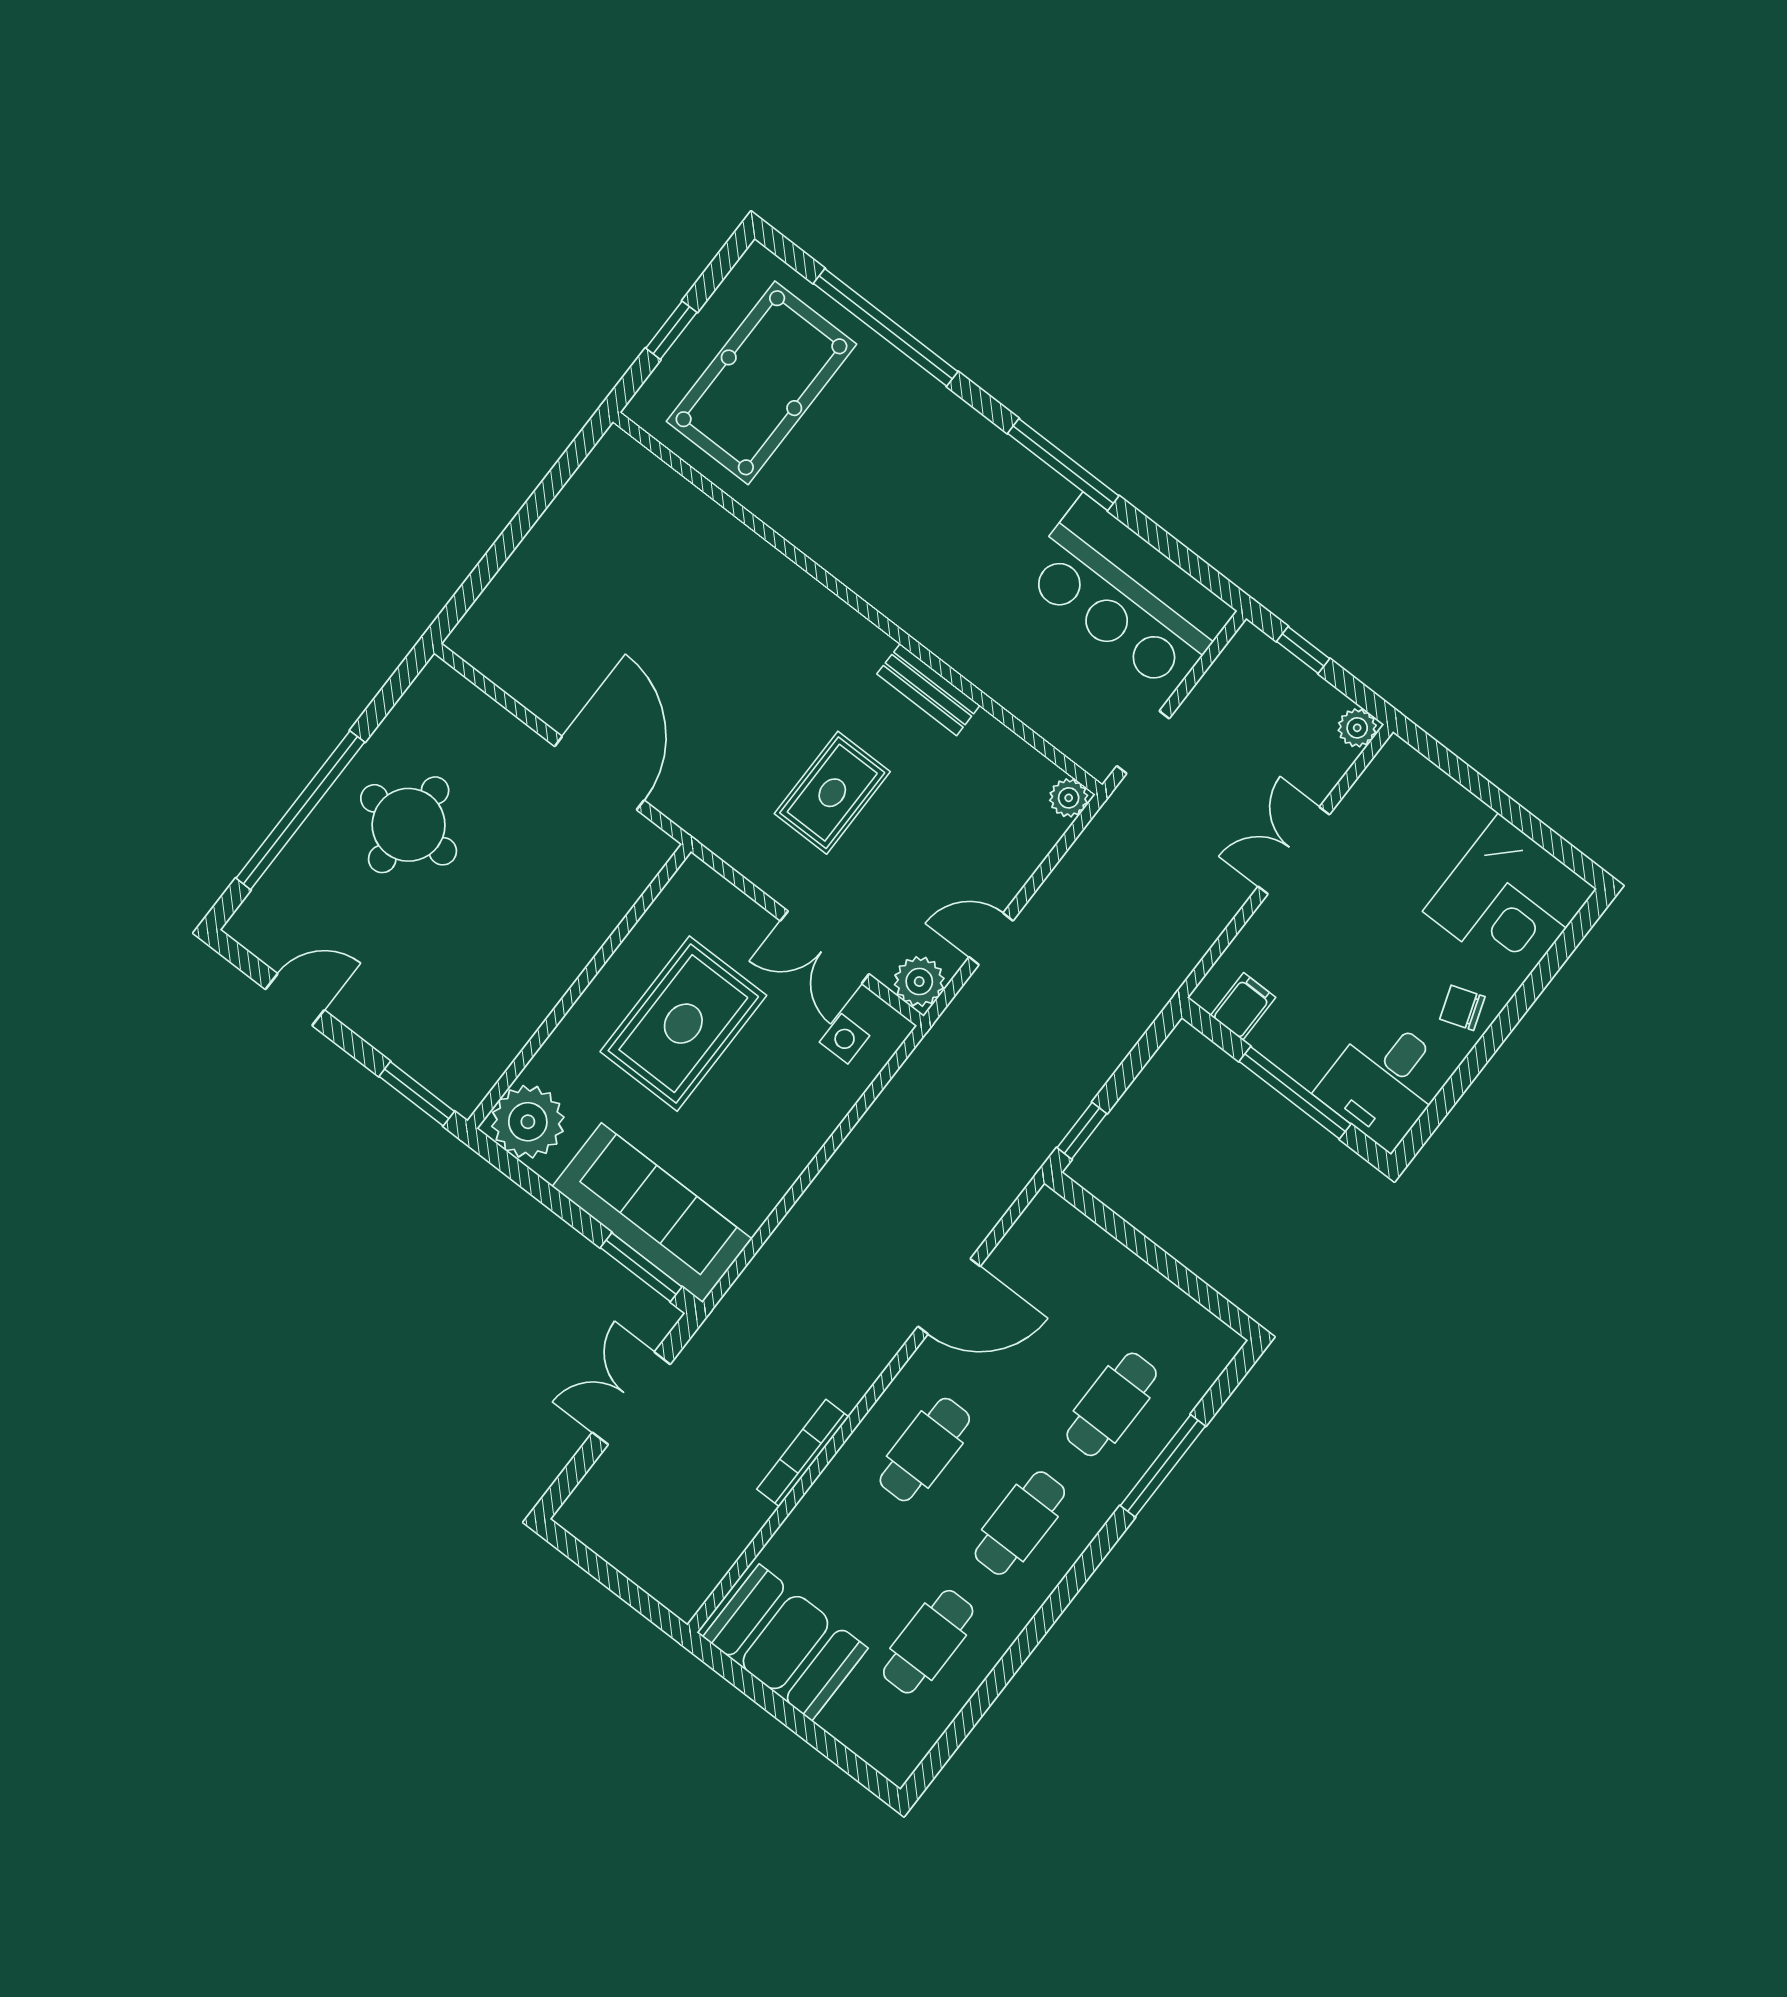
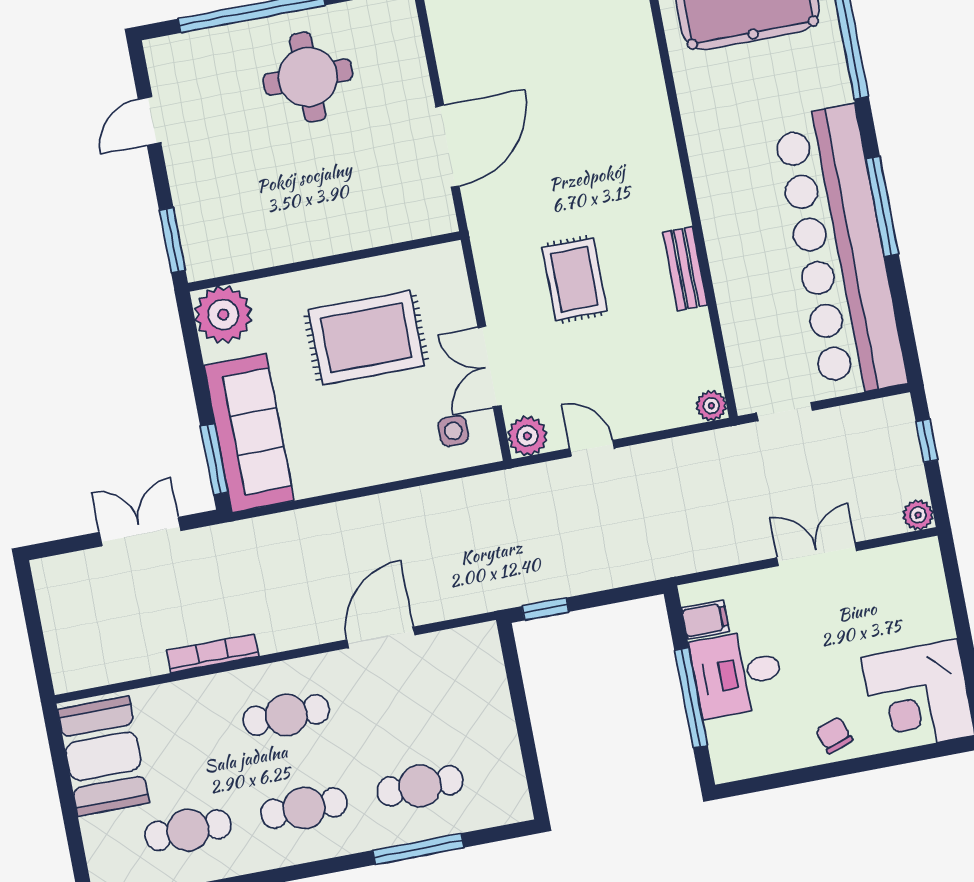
bar counter: (1127, 594) -> (840, 251), width x1.86
rug: (832, 793) -> (575, 279), turned 90
door: (295, 1000) -> (150, 121), swing flipped
desk: (1384, 1082) -> (737, 673), moved
door: (949, 1296) -> (381, 637), swing flipped

